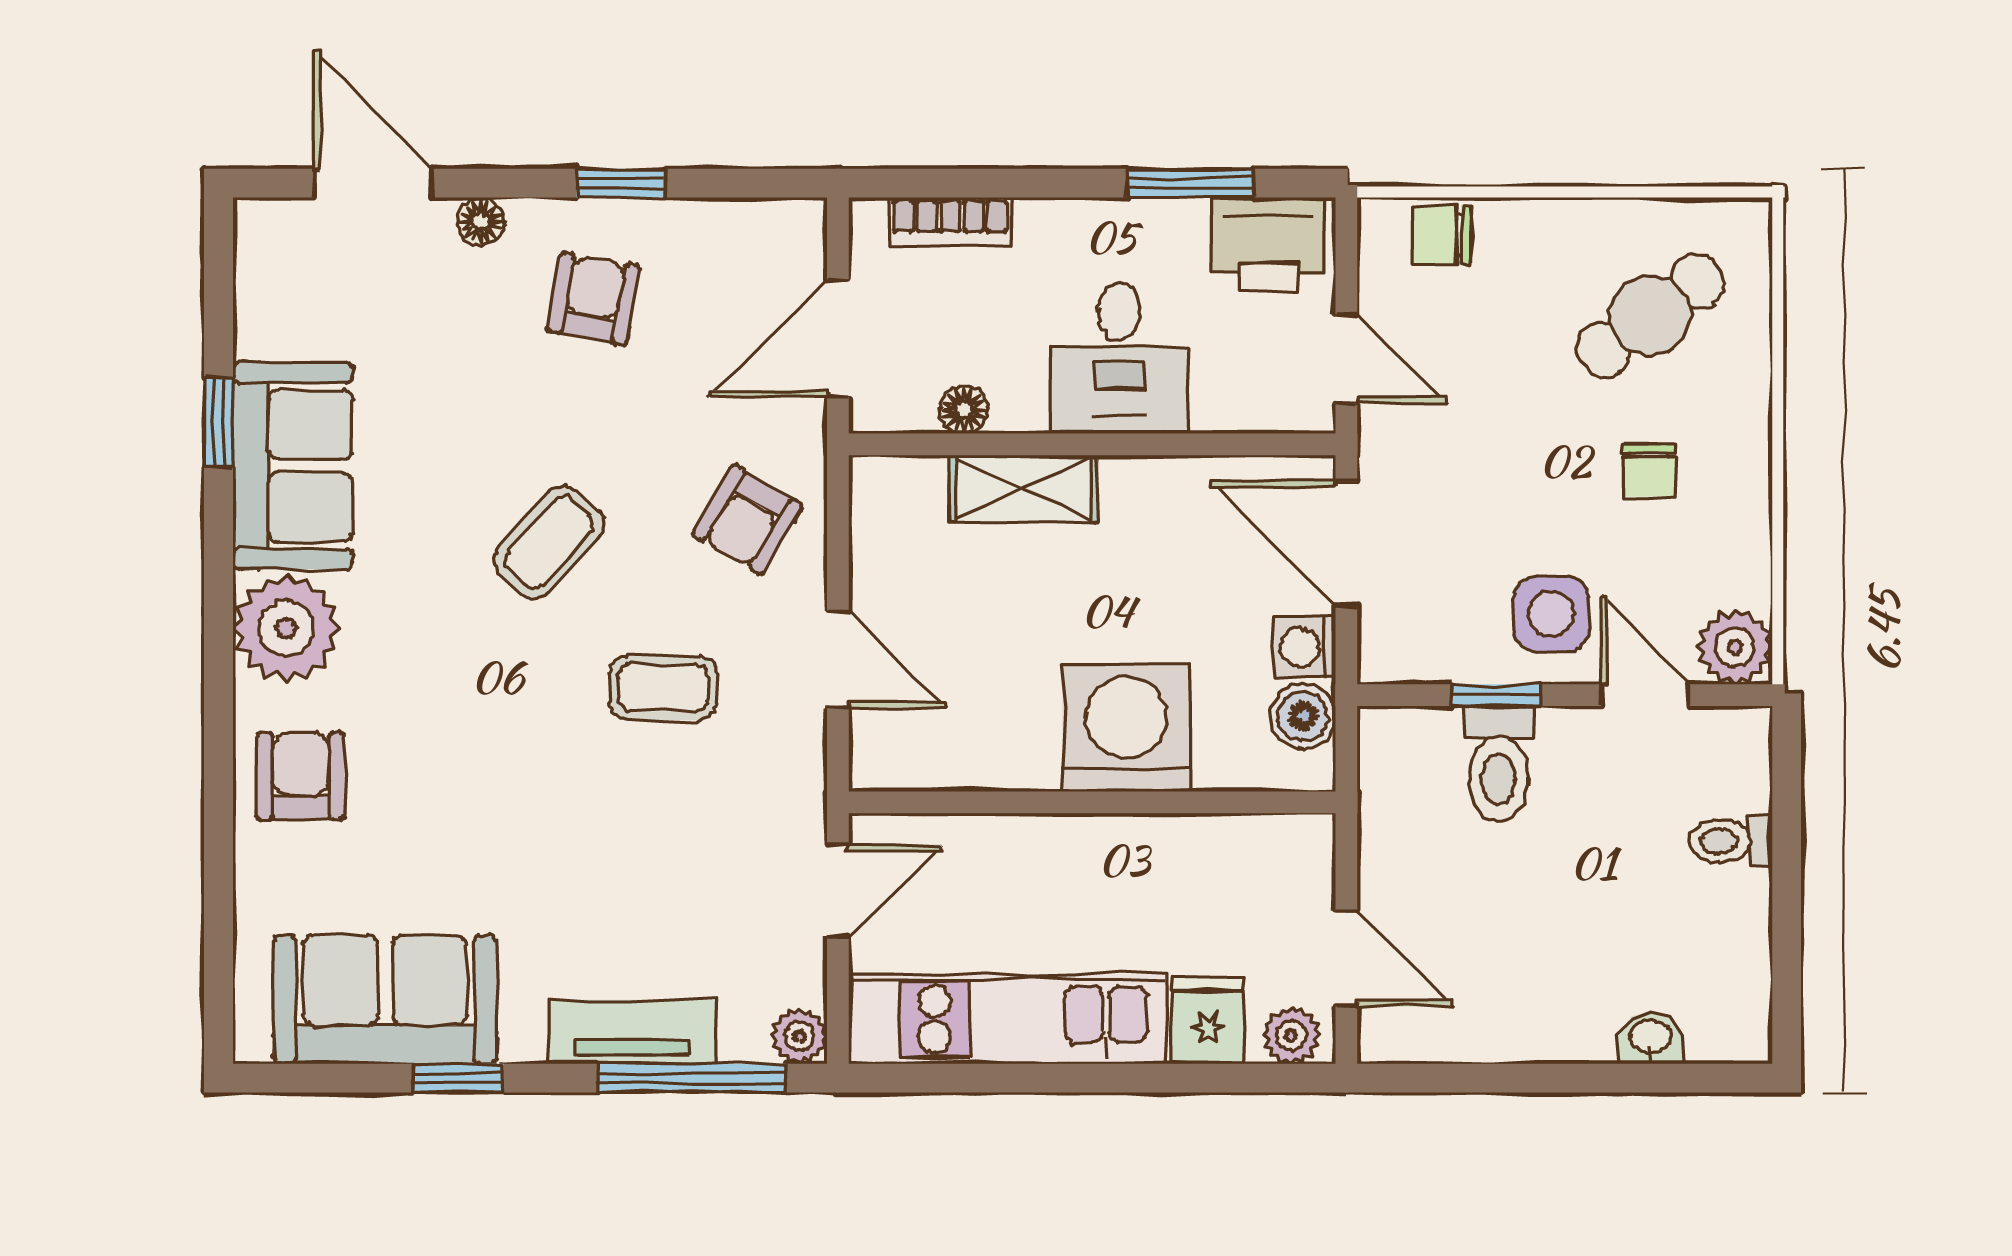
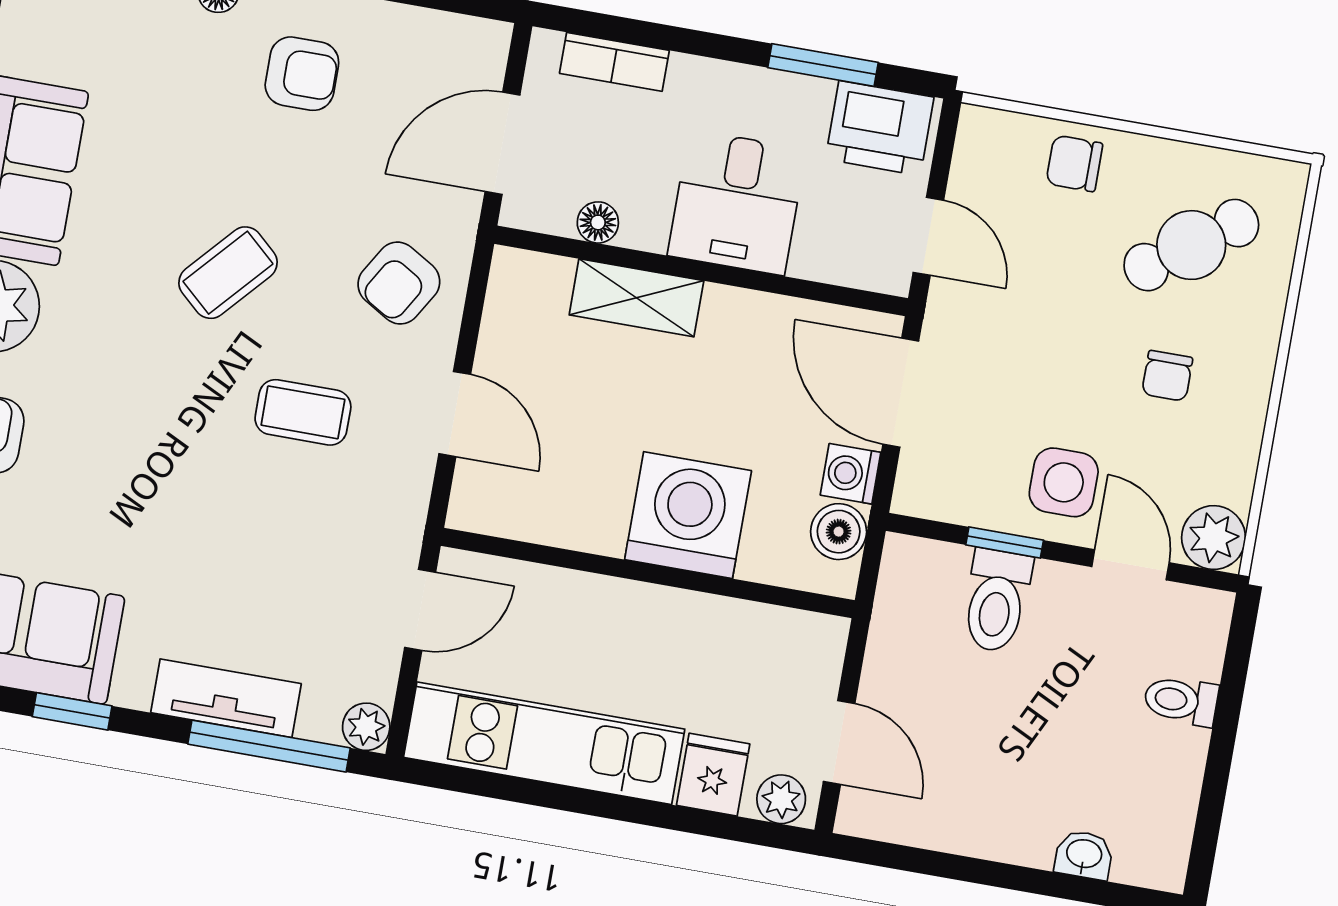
chair: (1442, 234) -> (1074, 163), moved
armchair: (593, 299) -> (302, 74), turned 80

